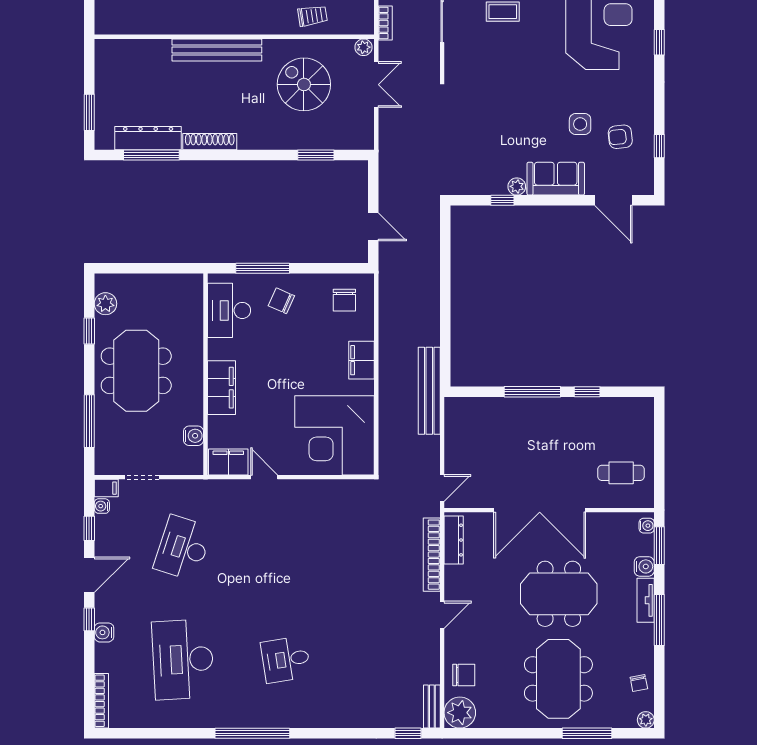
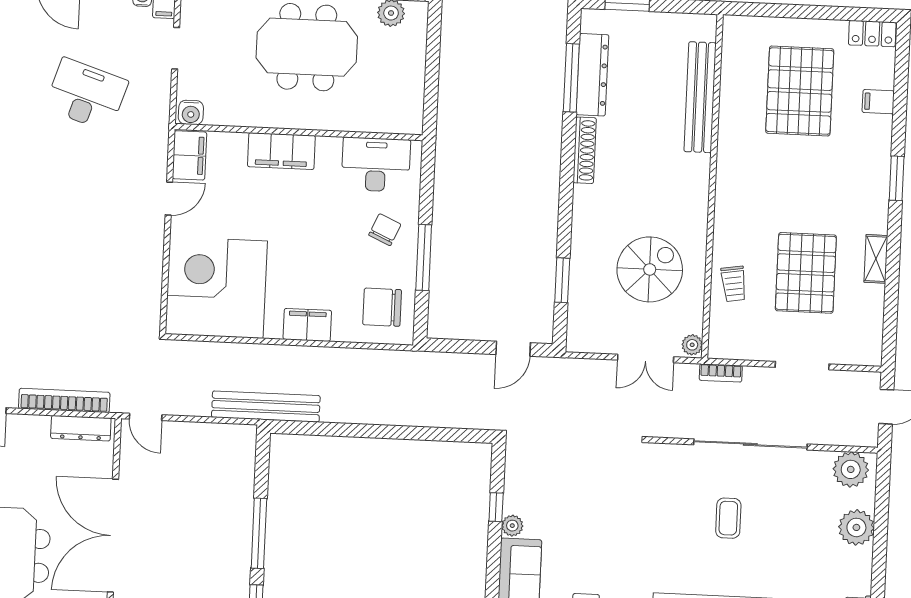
bench: (217, 50) -> (700, 97), moved
door: (373, 227) -> (513, 349), moved
window: (263, 268) -> (424, 257), moved
chair: (344, 300) -> (382, 307), width x1.37, depth x1.37
water cooler: (194, 436) -> (191, 112), moved

